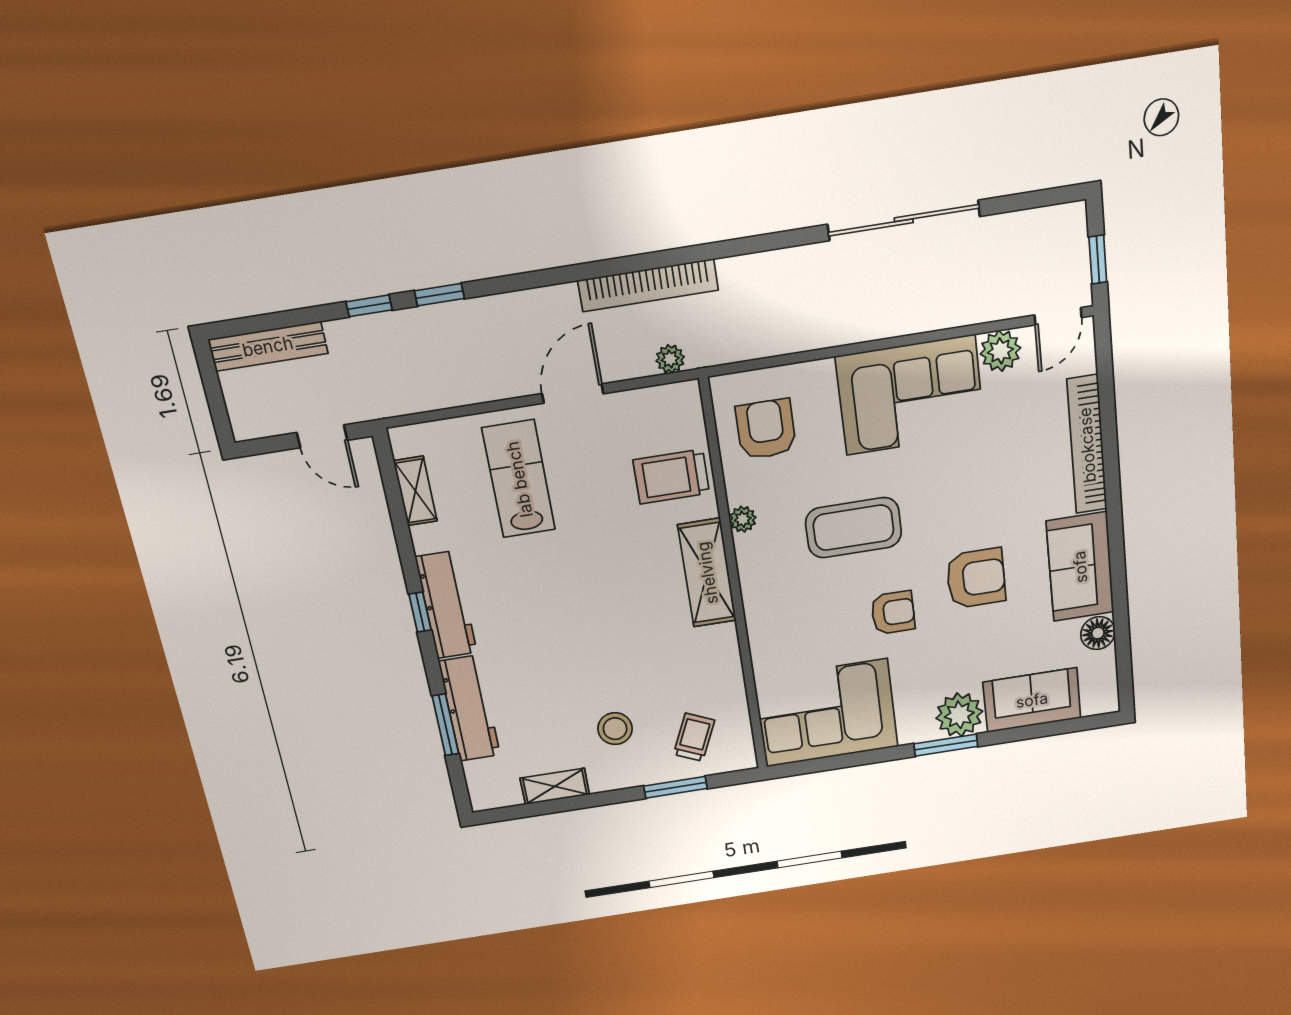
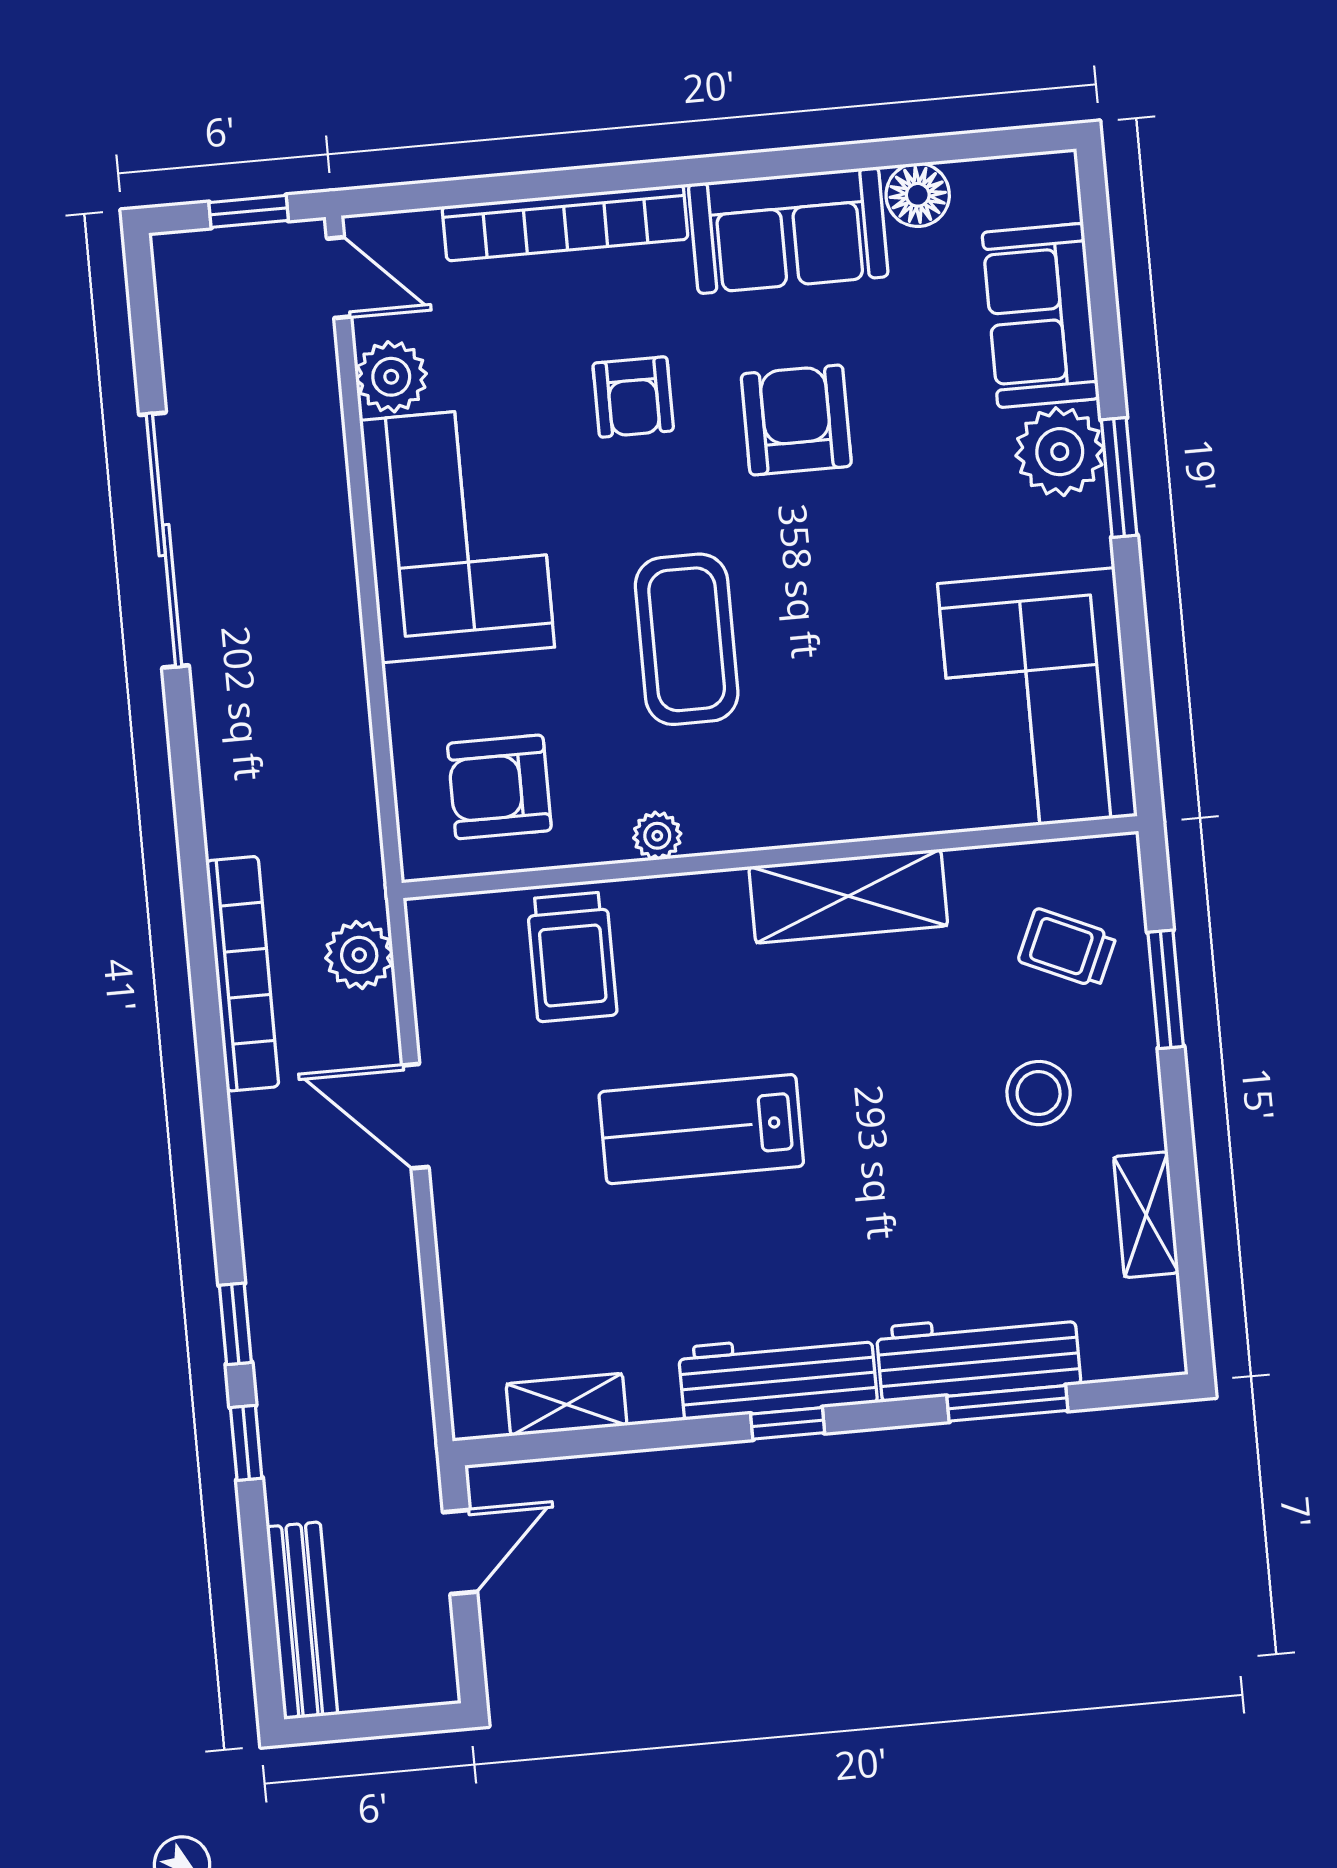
plant: (670, 359) -> (359, 955), width x1.38, depth x1.38
lab bench: (519, 479) -> (701, 1129), moved
shelving: (707, 573) -> (848, 896), moved
armchair: (893, 613) -> (633, 397), moved, turned 180

